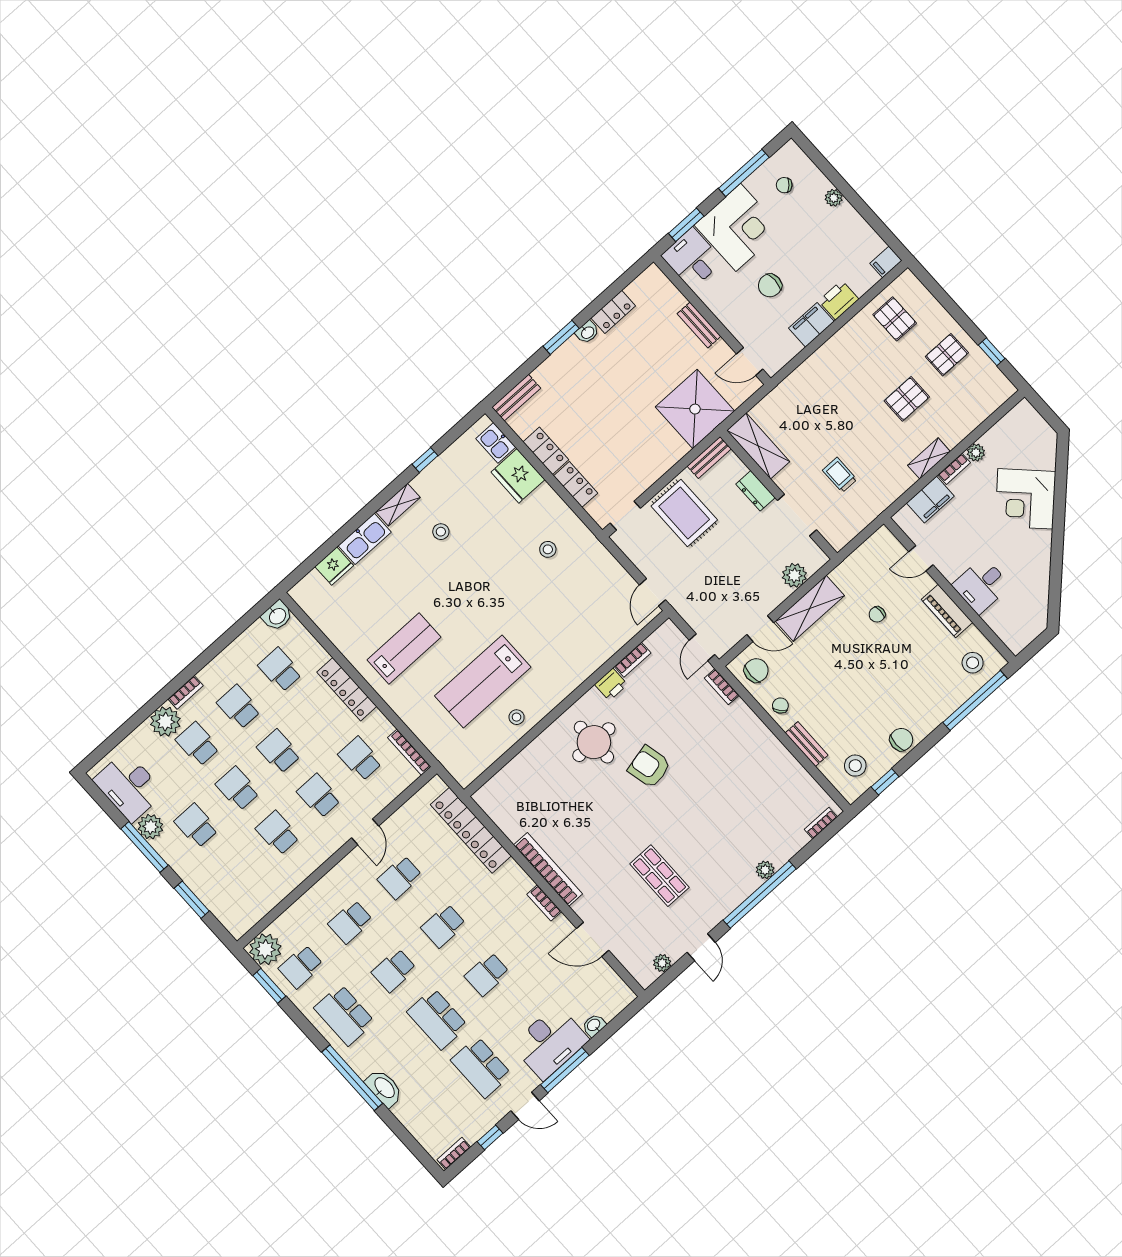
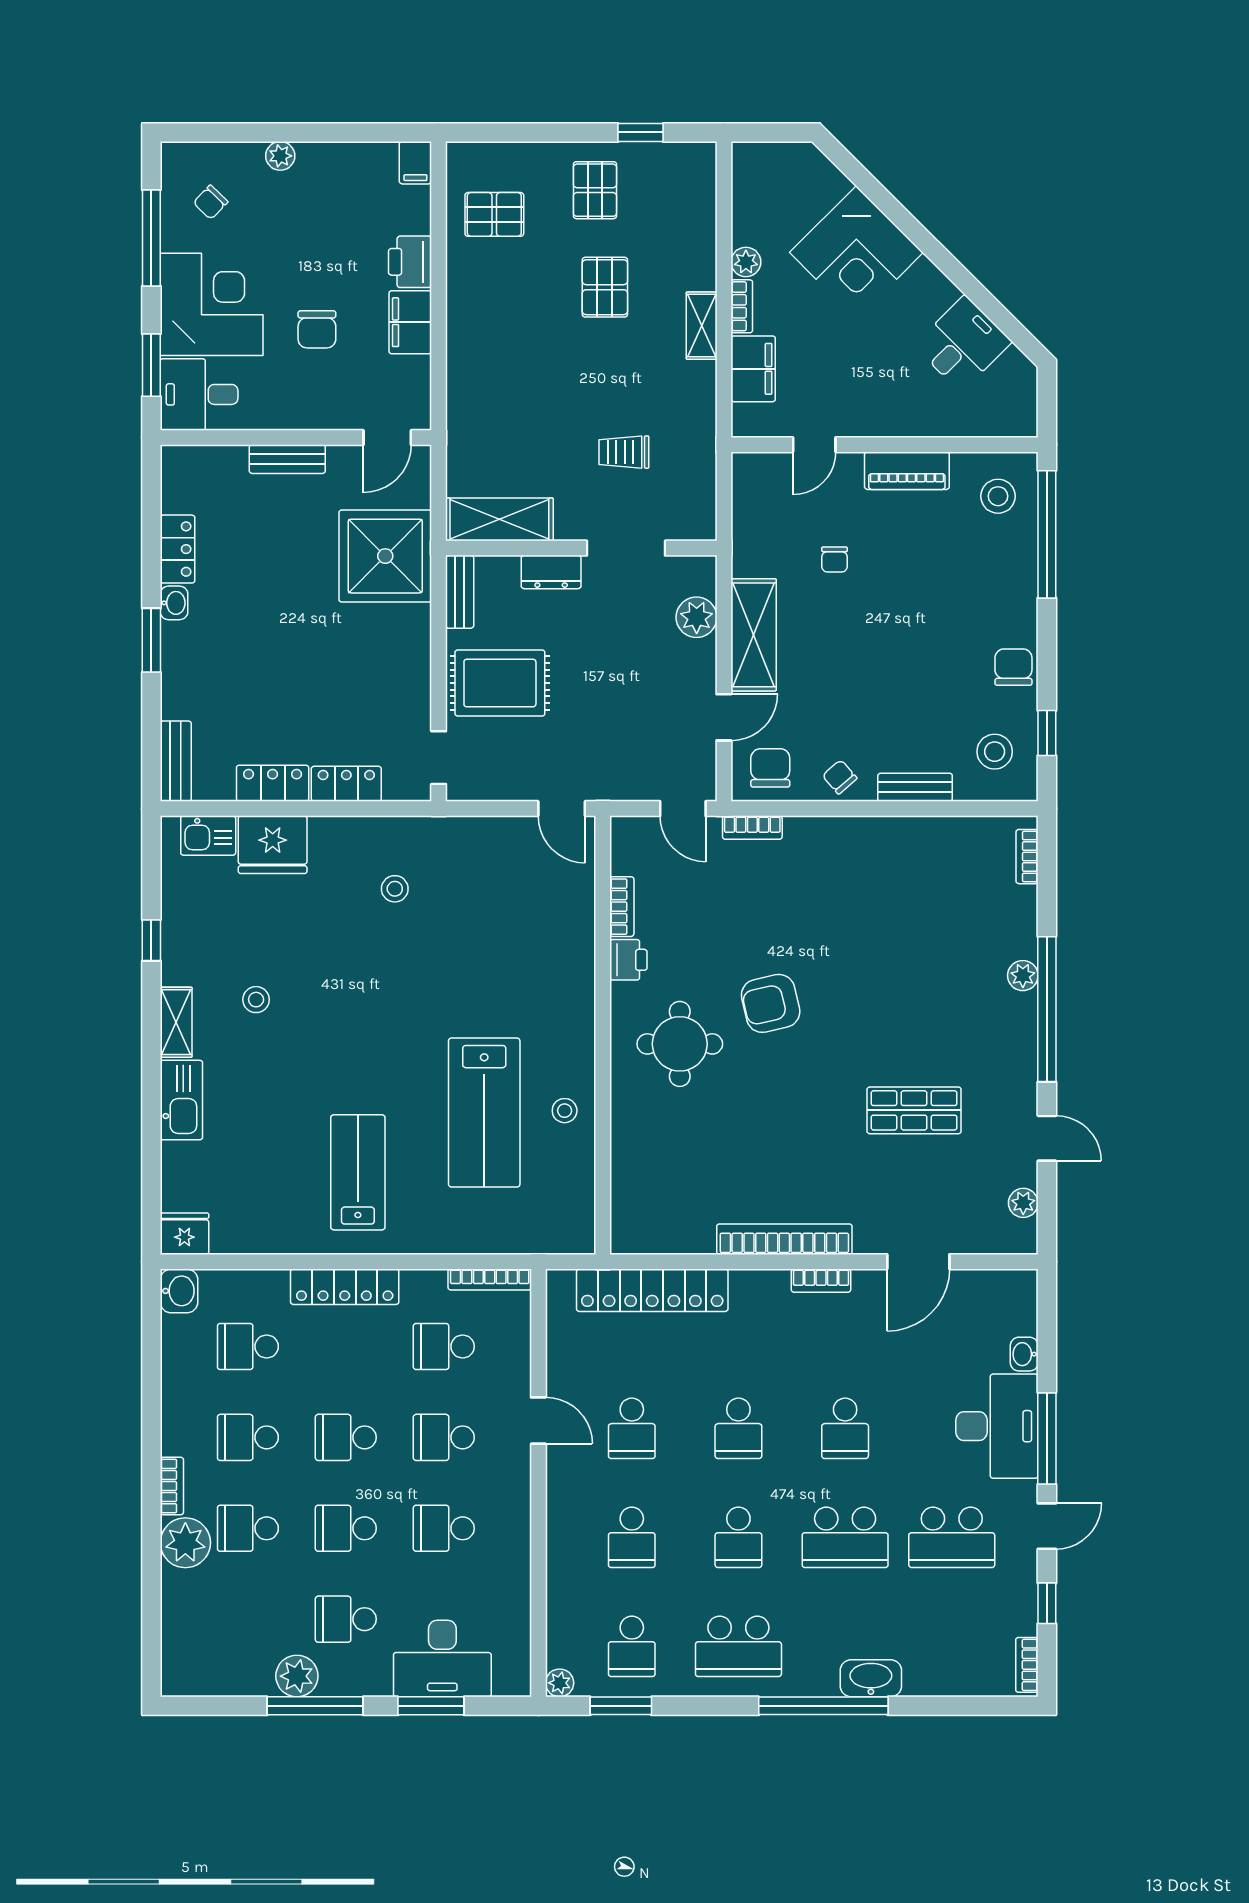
fridge: (334, 566) -> (184, 1234), moved, turned -90
desk: (981, 585) -> (963, 344), moved, turned -135
desk: (129, 787) -> (442, 1659), moved
plant: (265, 949) -> (560, 1683), width x0.53, depth x0.53

